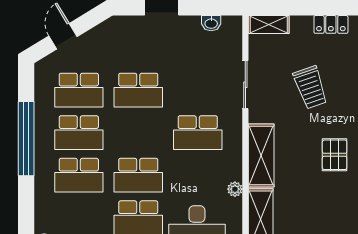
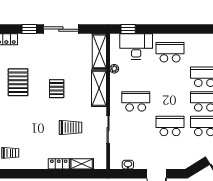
shelving: (269, 25) -> (82, 164), moved
trolley: (310, 87) -> (71, 128), turned 109
school desk: (138, 175) -> (170, 77), removed

